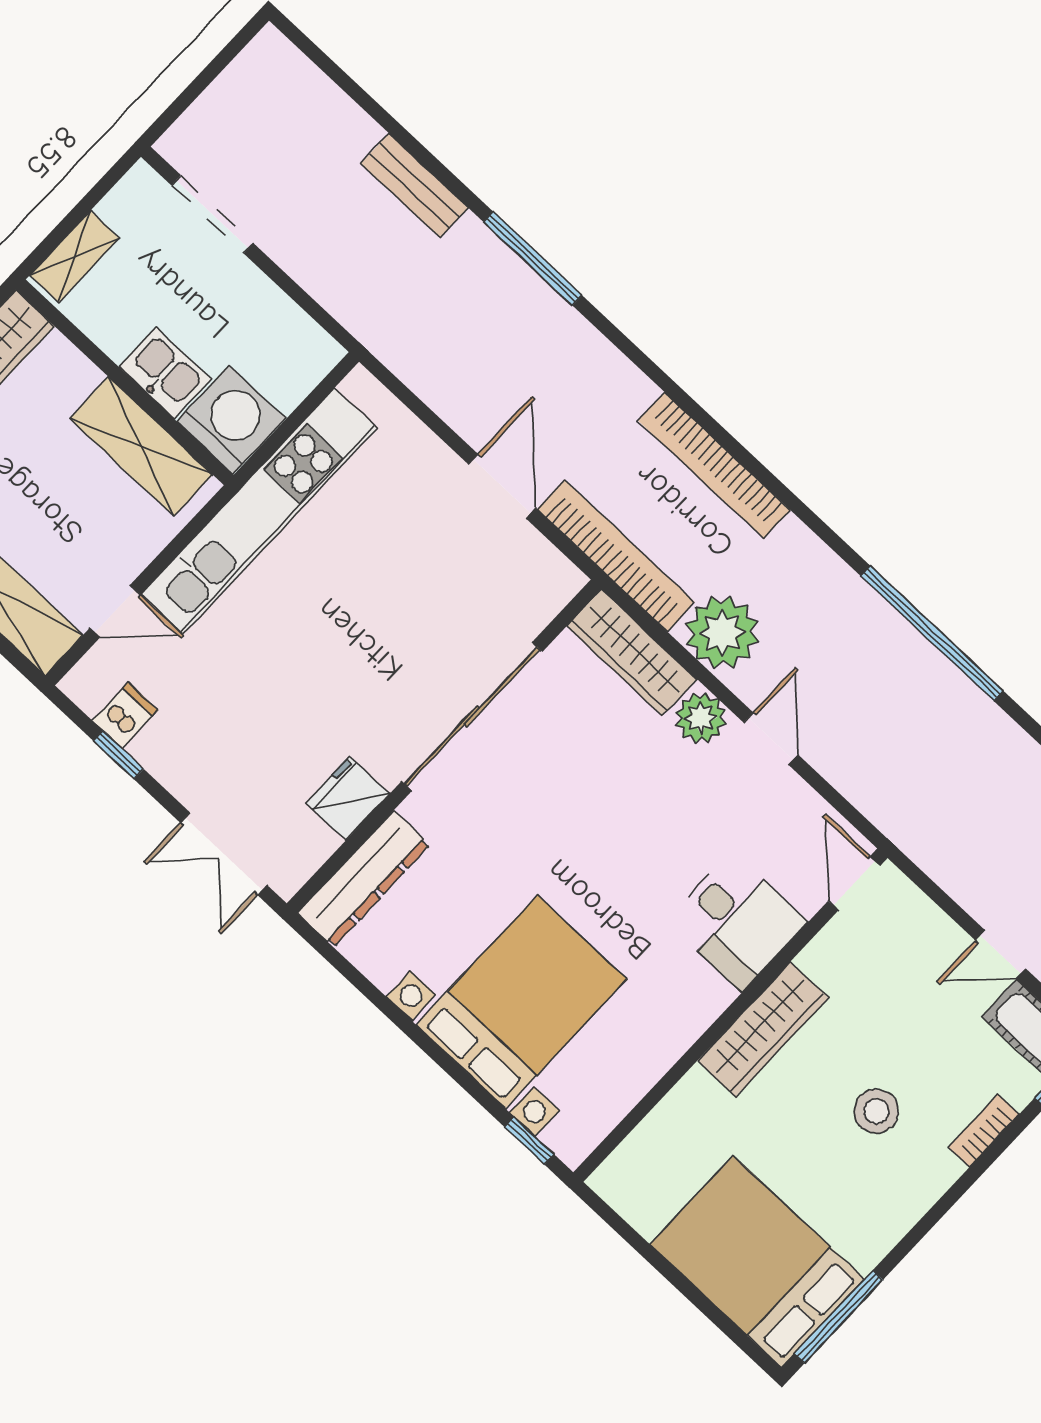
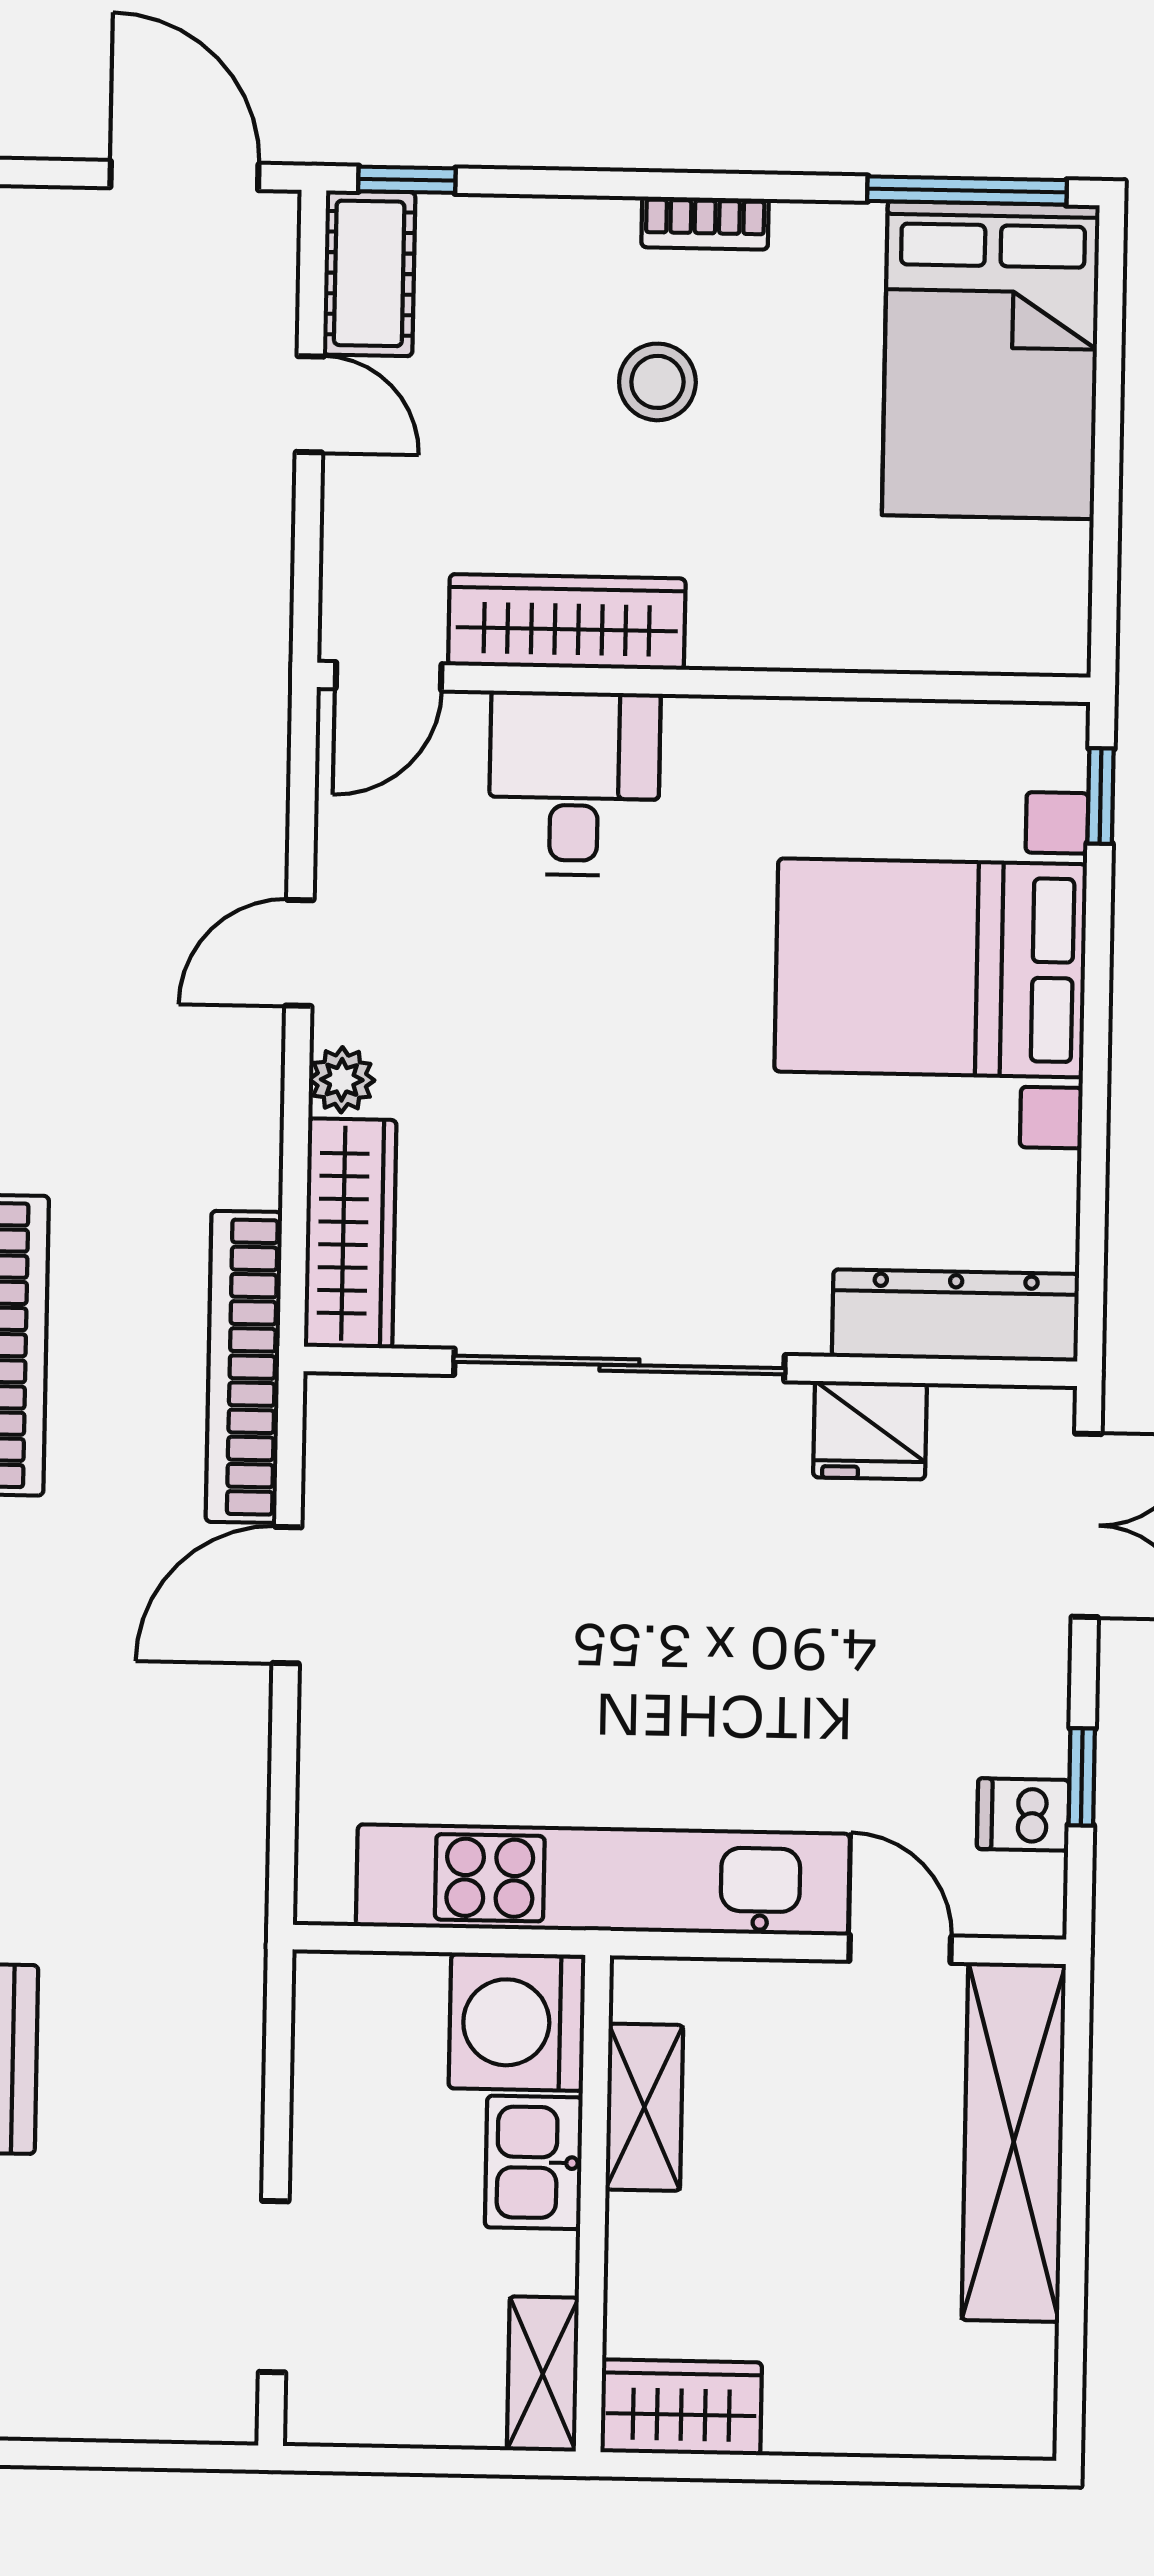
shelving: (75, 256) -> (543, 2374), moved, turned 90
shelving: (141, 446) -> (644, 2107), width x0.67, depth x0.75
plant: (722, 632) -> (219, 1140), removed
plant: (701, 718) -> (342, 1080), width x0.73, depth x0.73
wardrobe: (763, 1029) -> (567, 622), moved
bookcase: (984, 1131) -> (705, 223), moved

